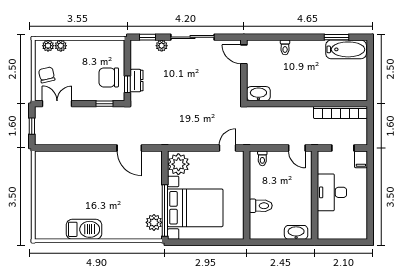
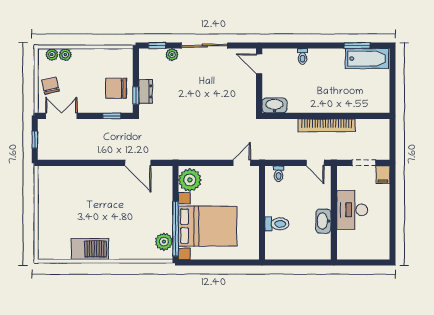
bookcase: (340, 113) -> (327, 125), moved
washbasin: (296, 232) -> (323, 221), moved, turned -90

